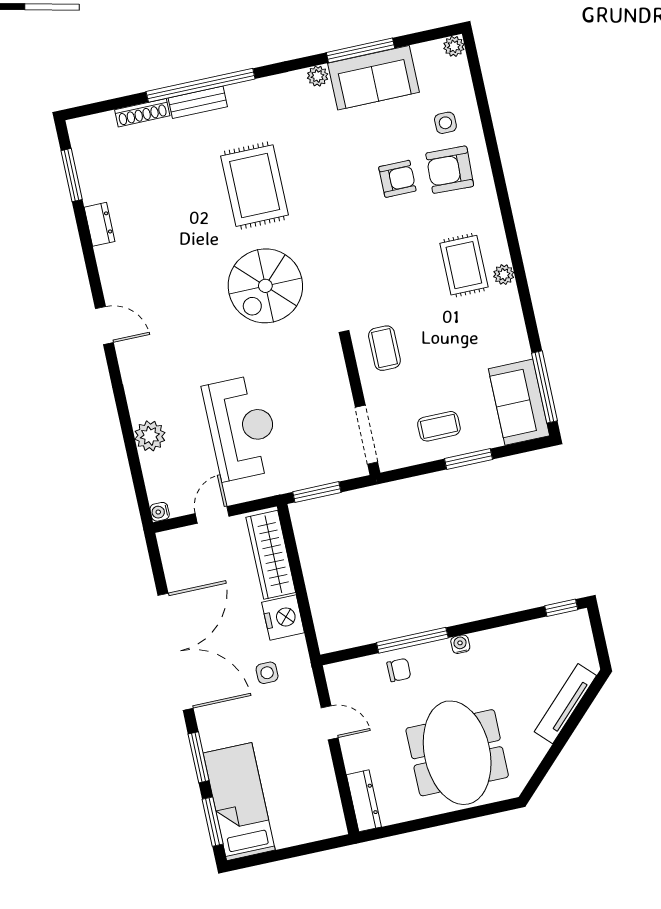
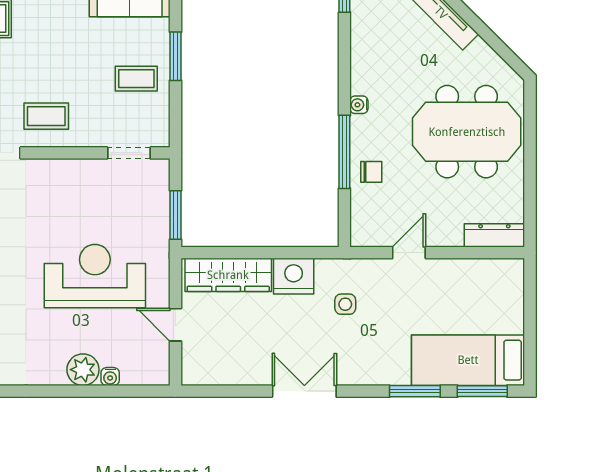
coffee table: (439, 426) -> (136, 79), turned 90
doorway: (366, 435) -> (129, 153), width x0.73
water cooler: (160, 512) -> (110, 377), moved
double door: (176, 652) -> (304, 391), width x0.54
chair: (399, 670) -> (371, 172), turned 90

